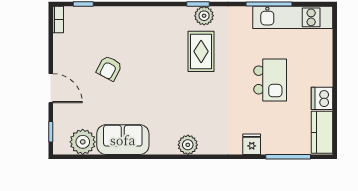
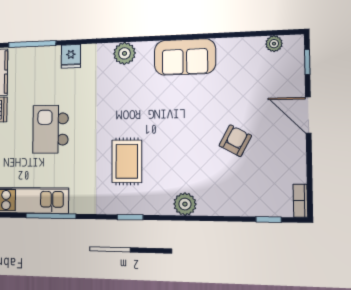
plant: (204, 16) -> (185, 204), moved
sofa: (123, 140) -> (185, 57), moved
plant: (83, 142) -> (274, 44), width x0.53, depth x0.53
plant: (188, 145) -> (125, 53), moved

